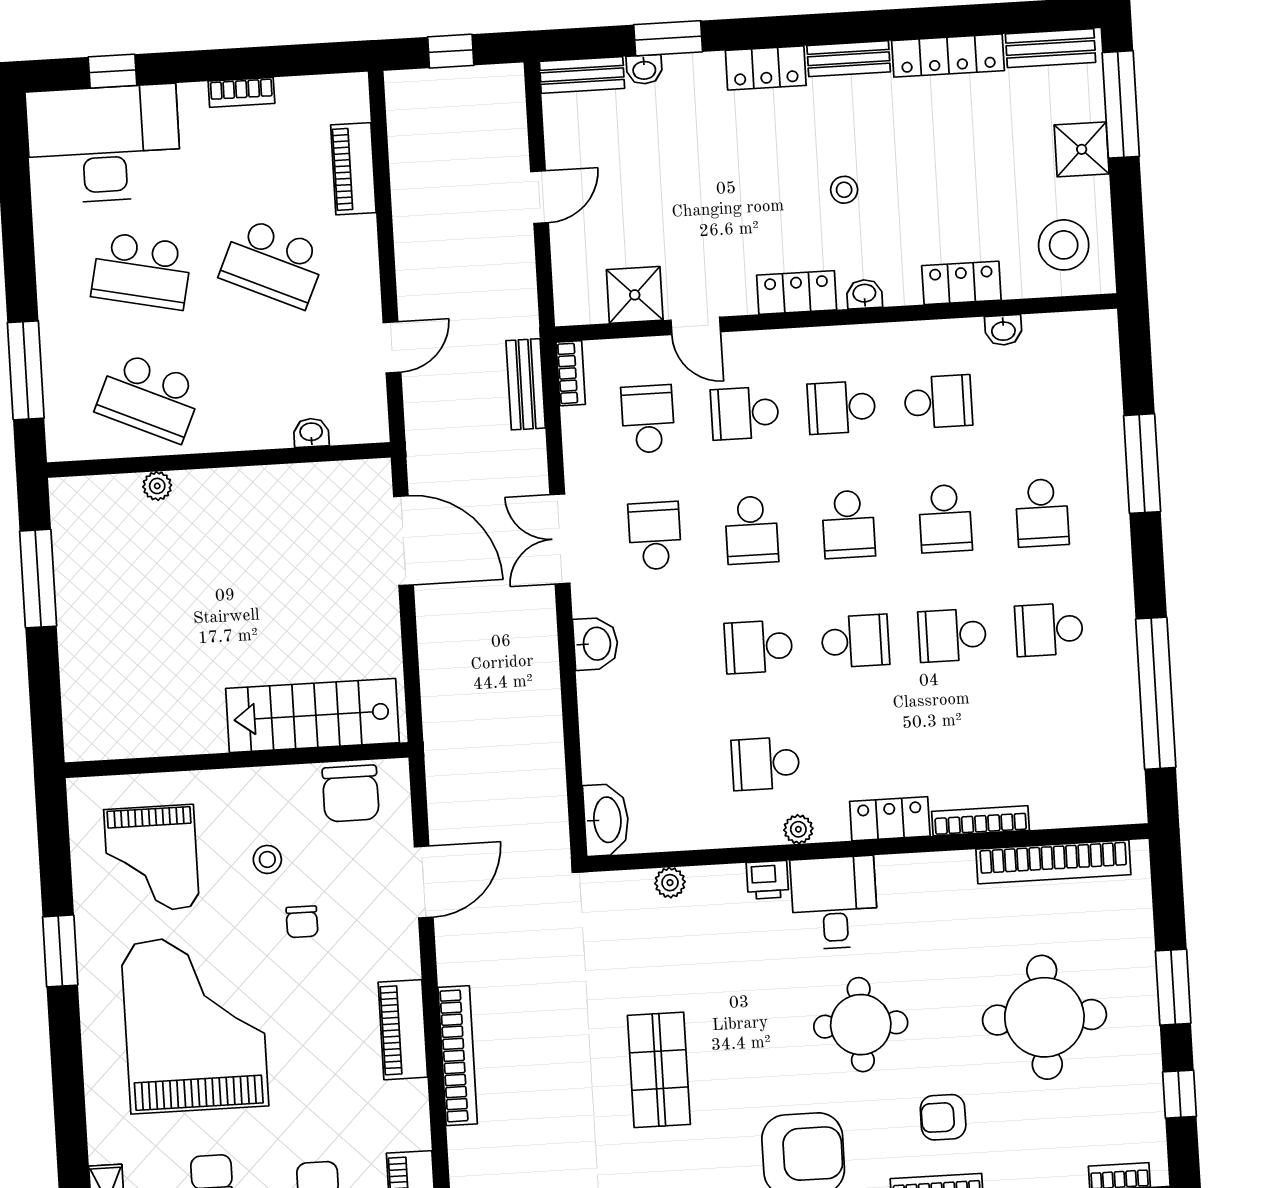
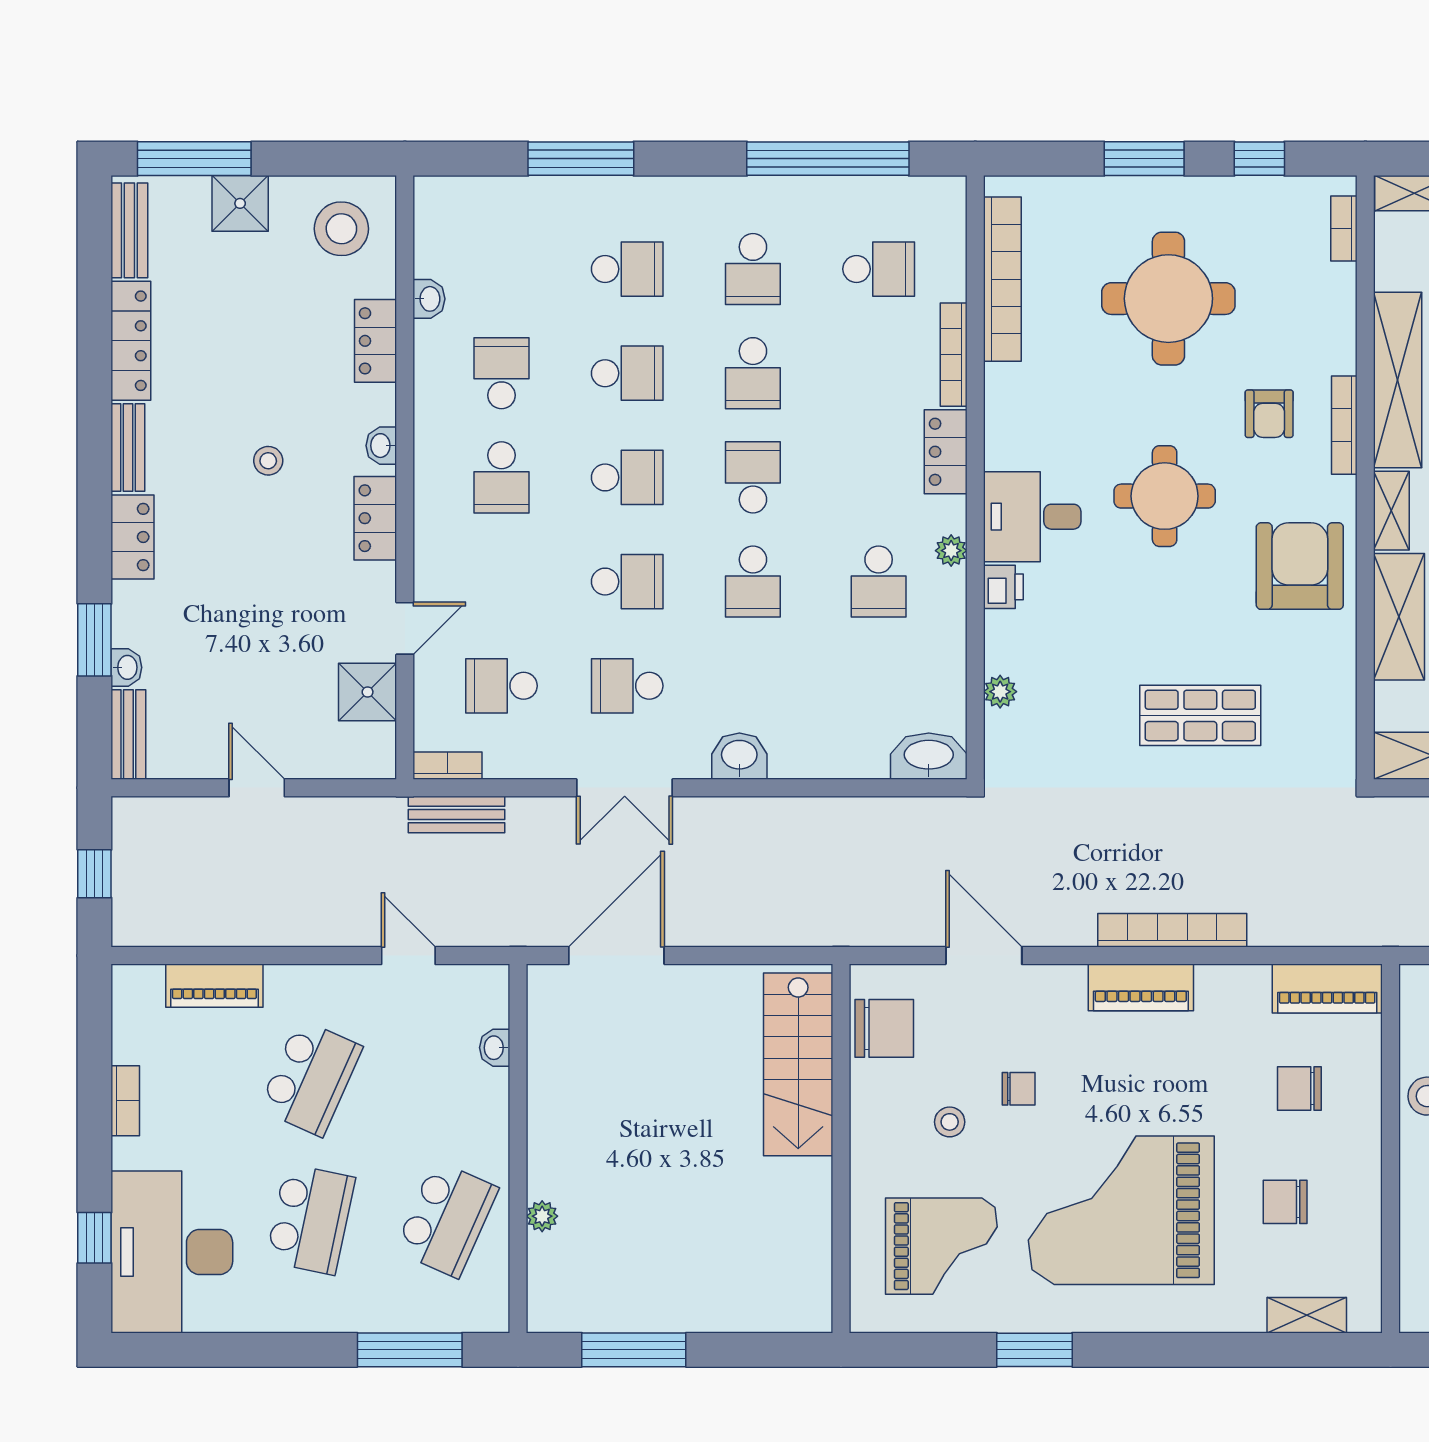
school desk: (745, 413) -> (879, 269), moved, turned -90

